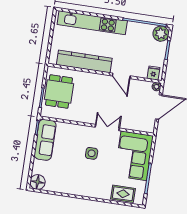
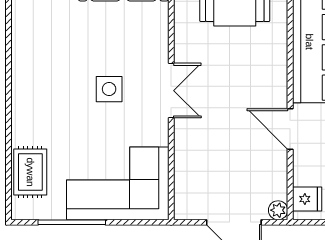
door: (121, 76) -> (290, 129), hinge flipped
double door: (107, 128) -> (171, 91), moved

